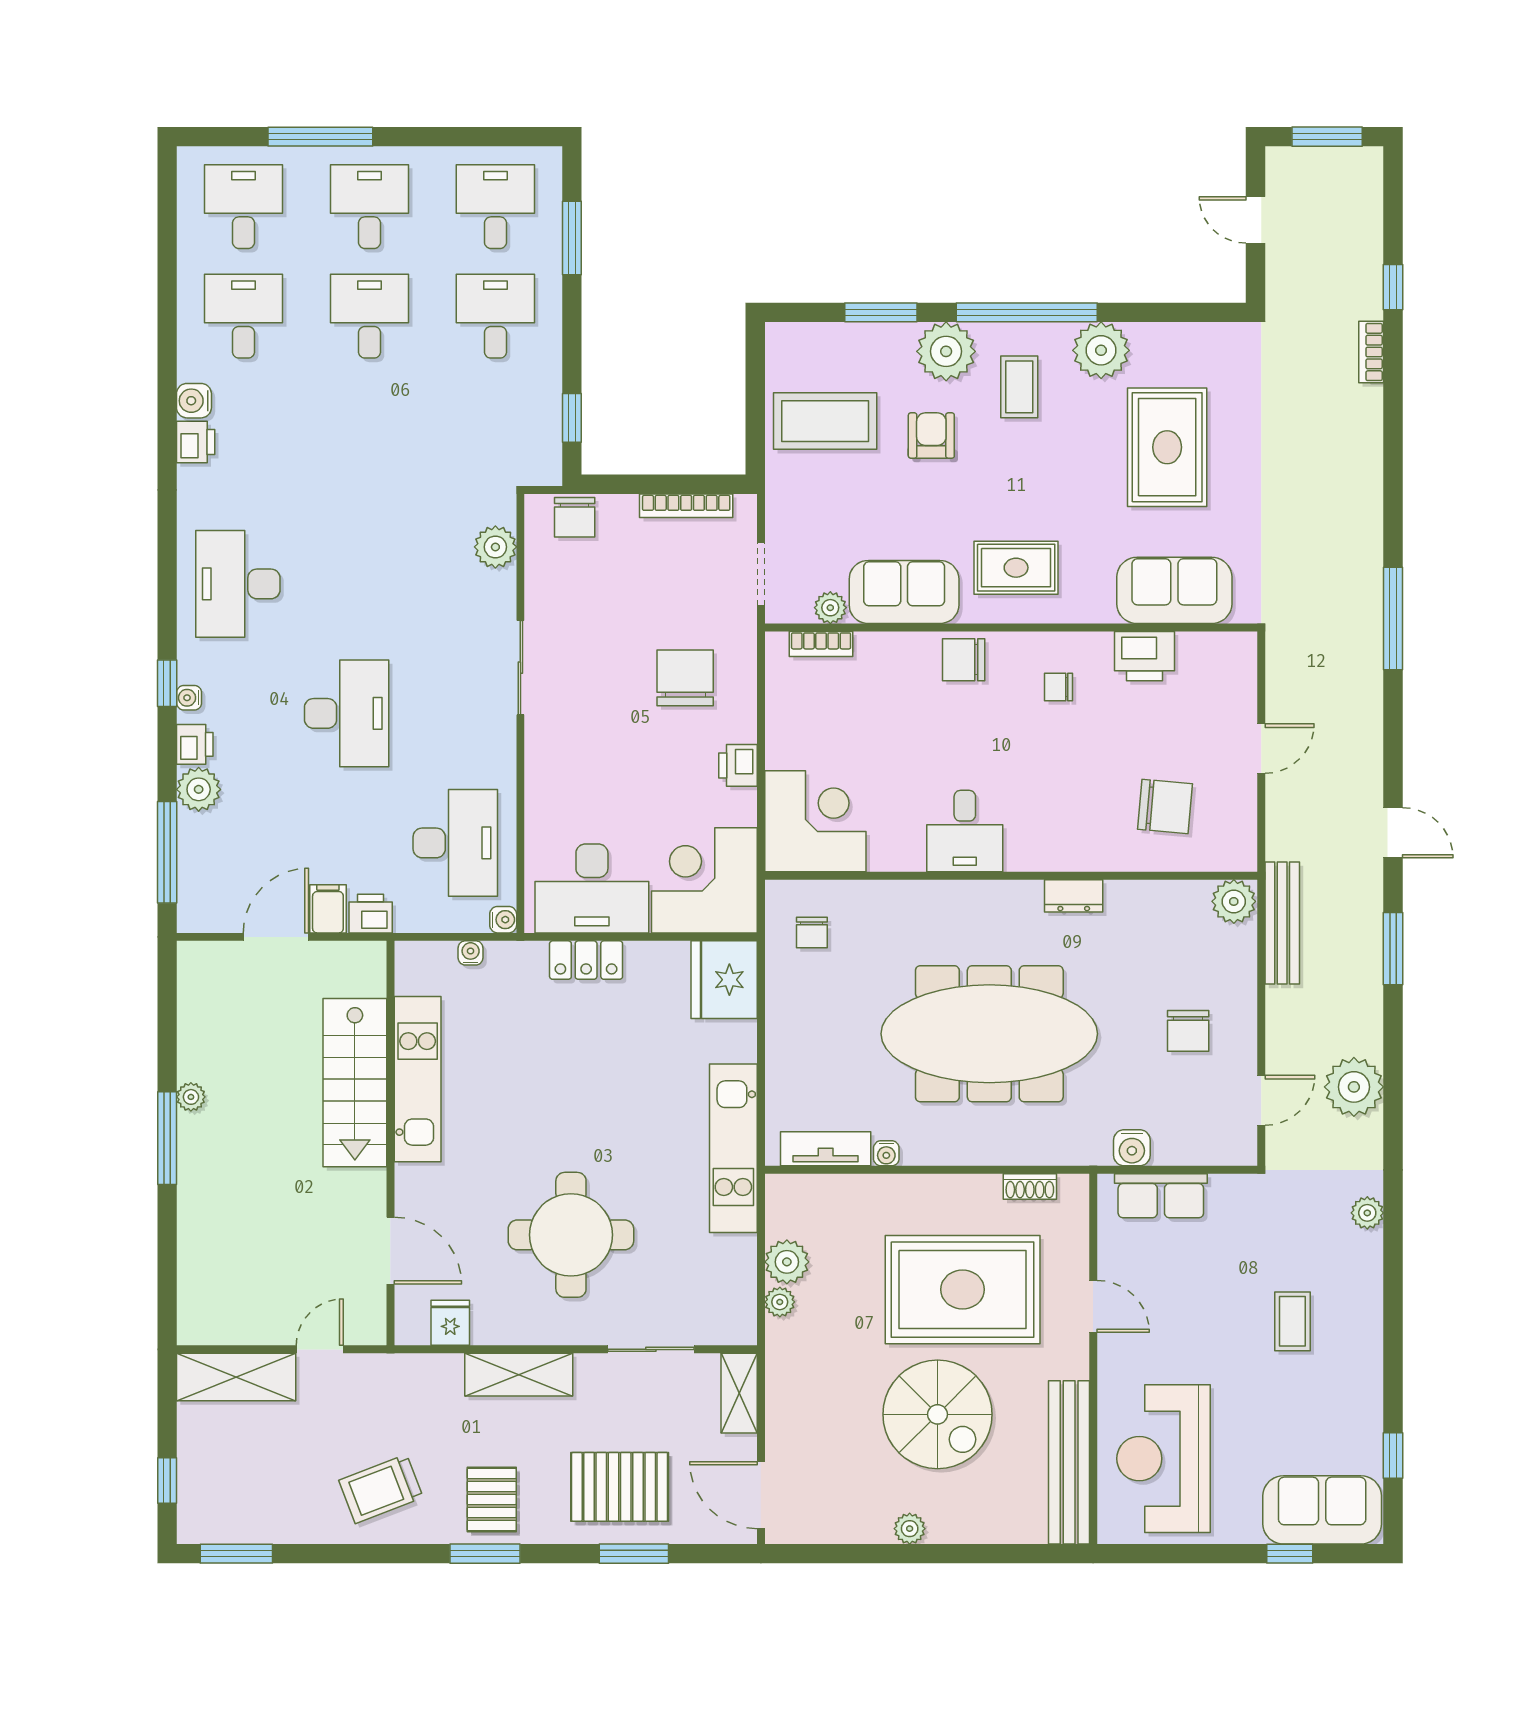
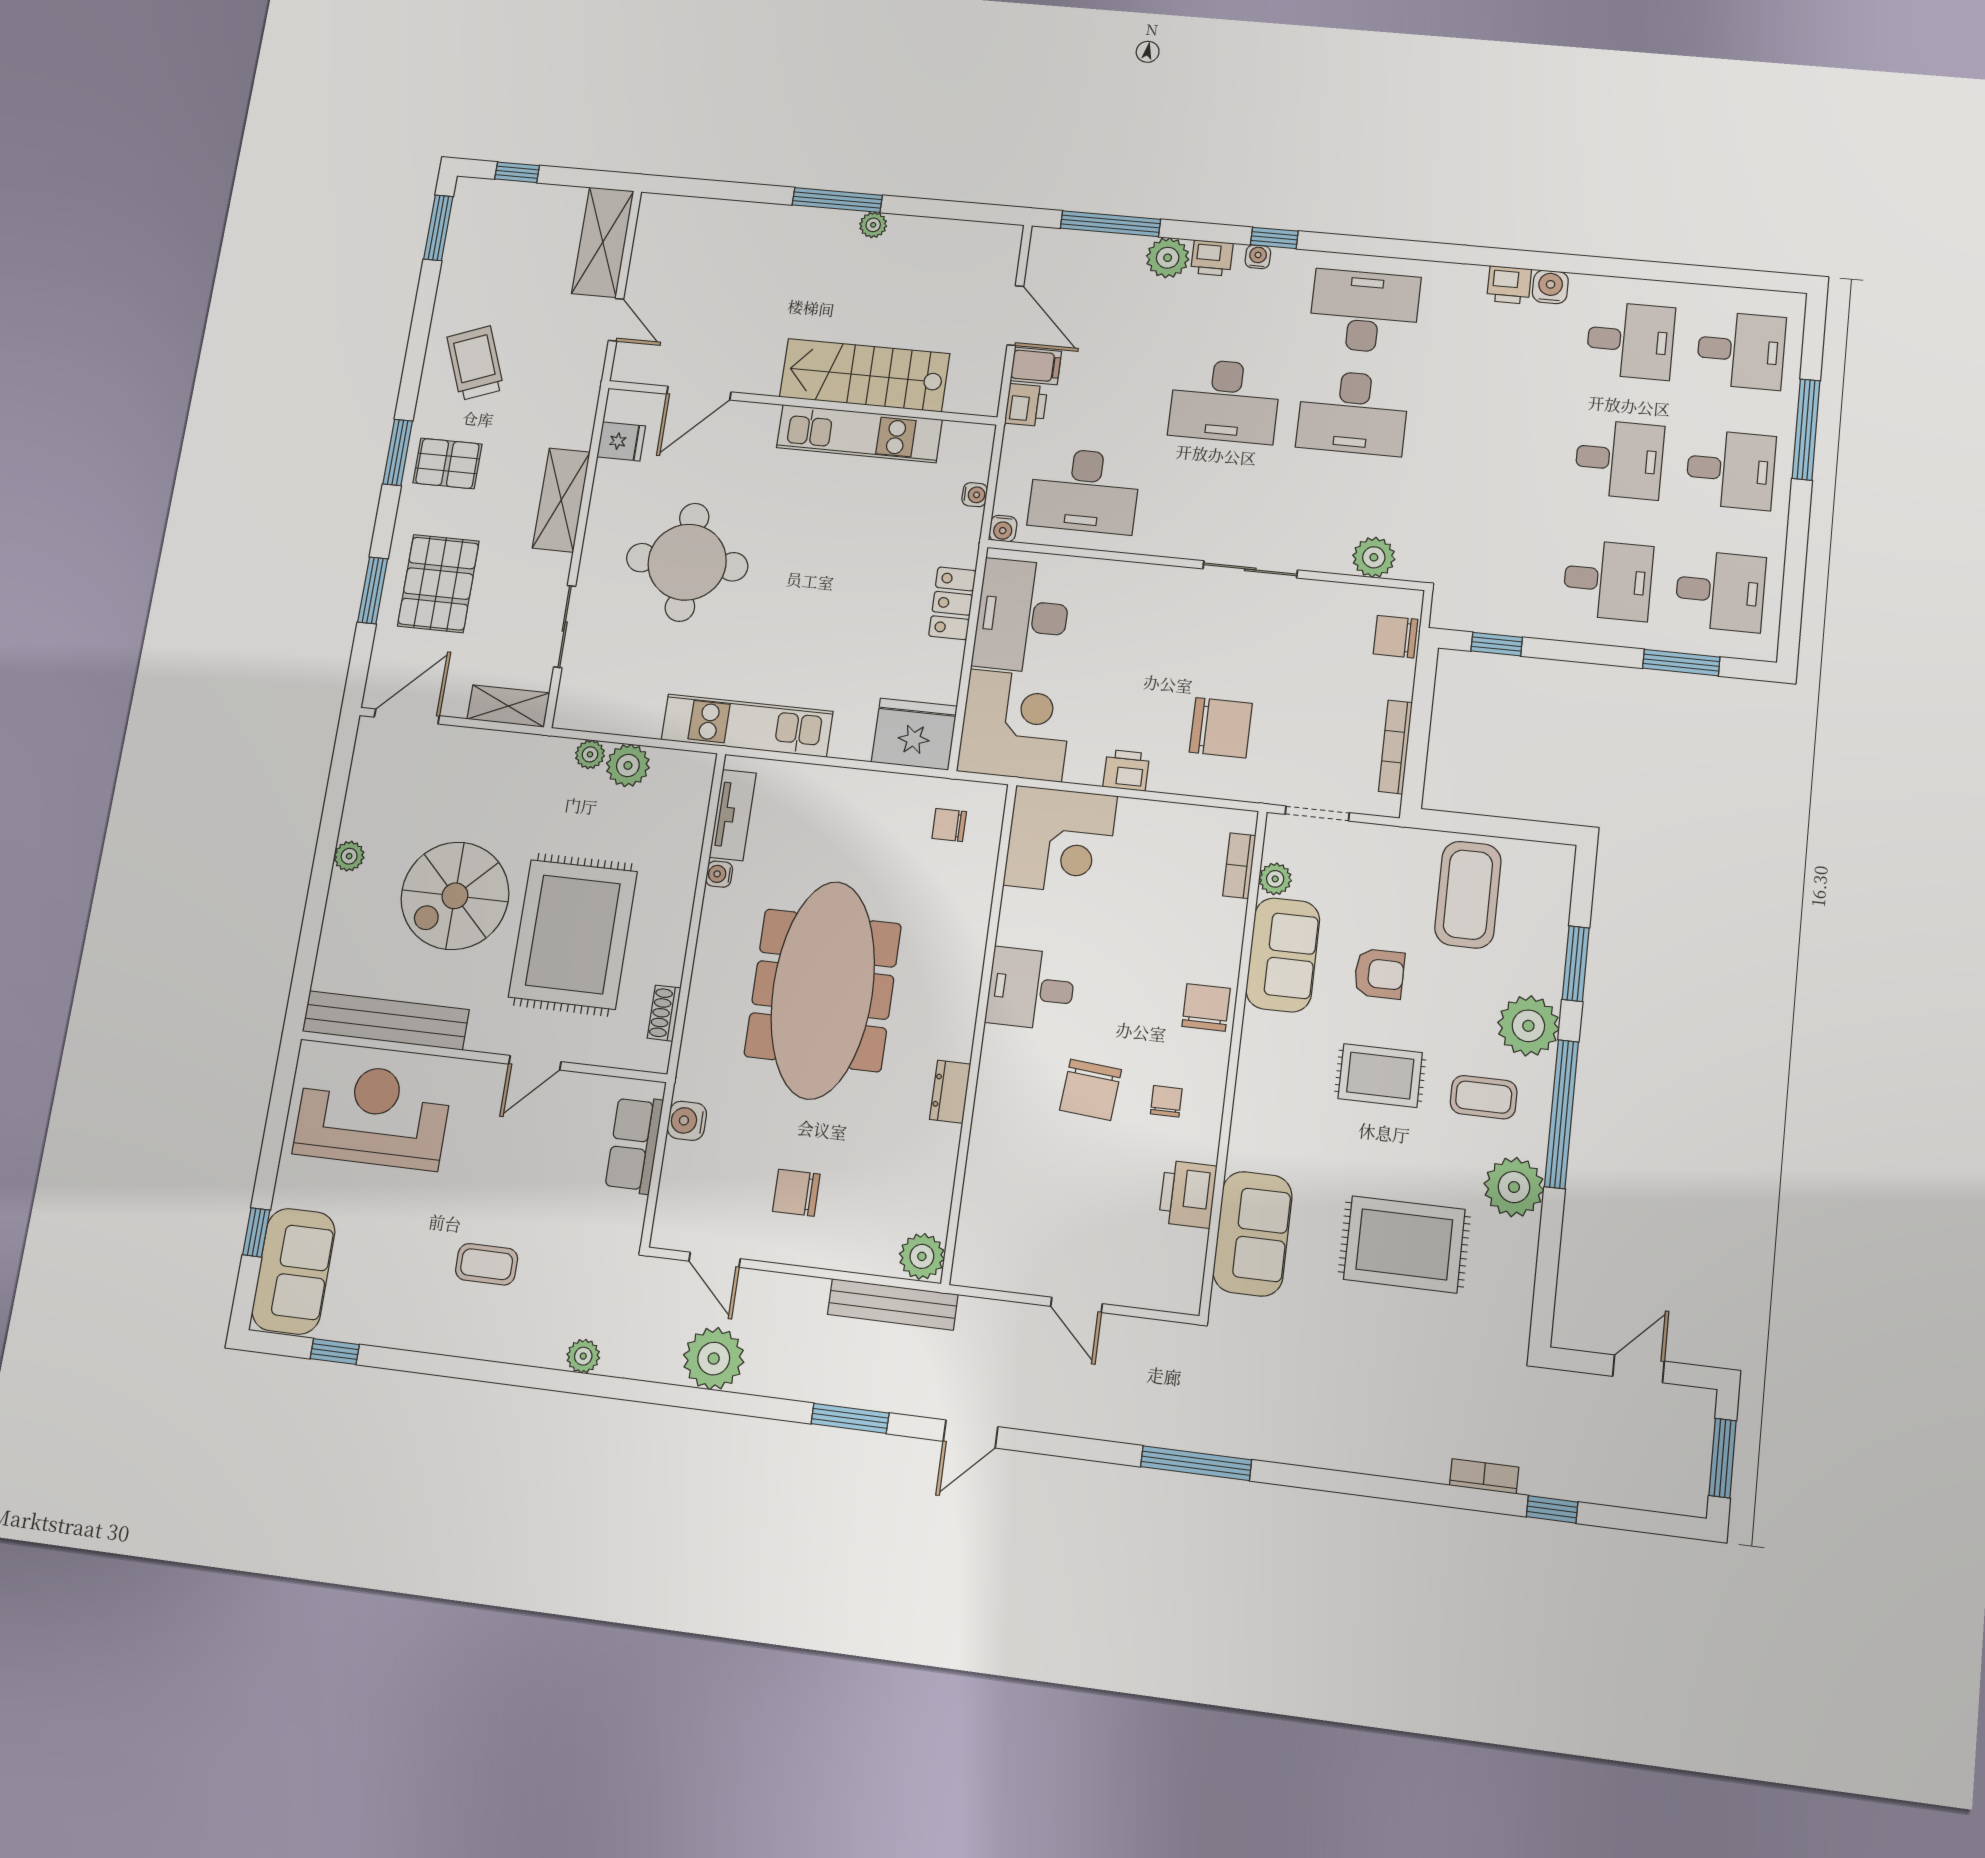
armchair: (931, 436) -> (1379, 974), moved
rug: (1016, 568) -> (1380, 1076), moved, turned 90
desk: (347, 584) -> (1353, 413), added
chair: (1165, 806) -> (1091, 1090), moved

